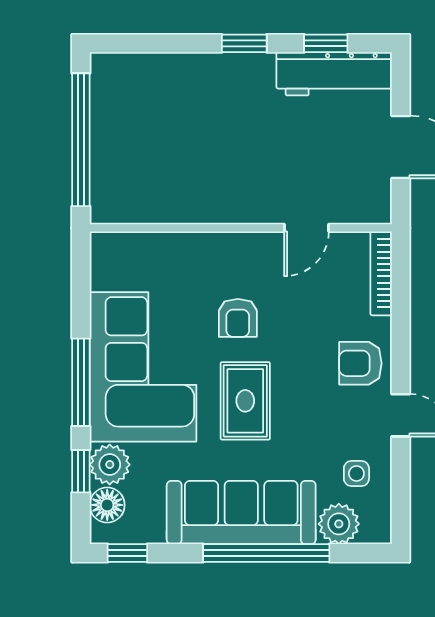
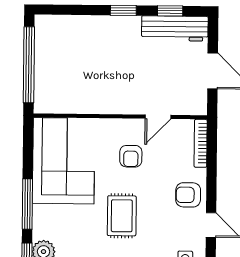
armchair: (238, 318) -> (131, 156), moved
corner sofa: (143, 367) -> (64, 161), moved

